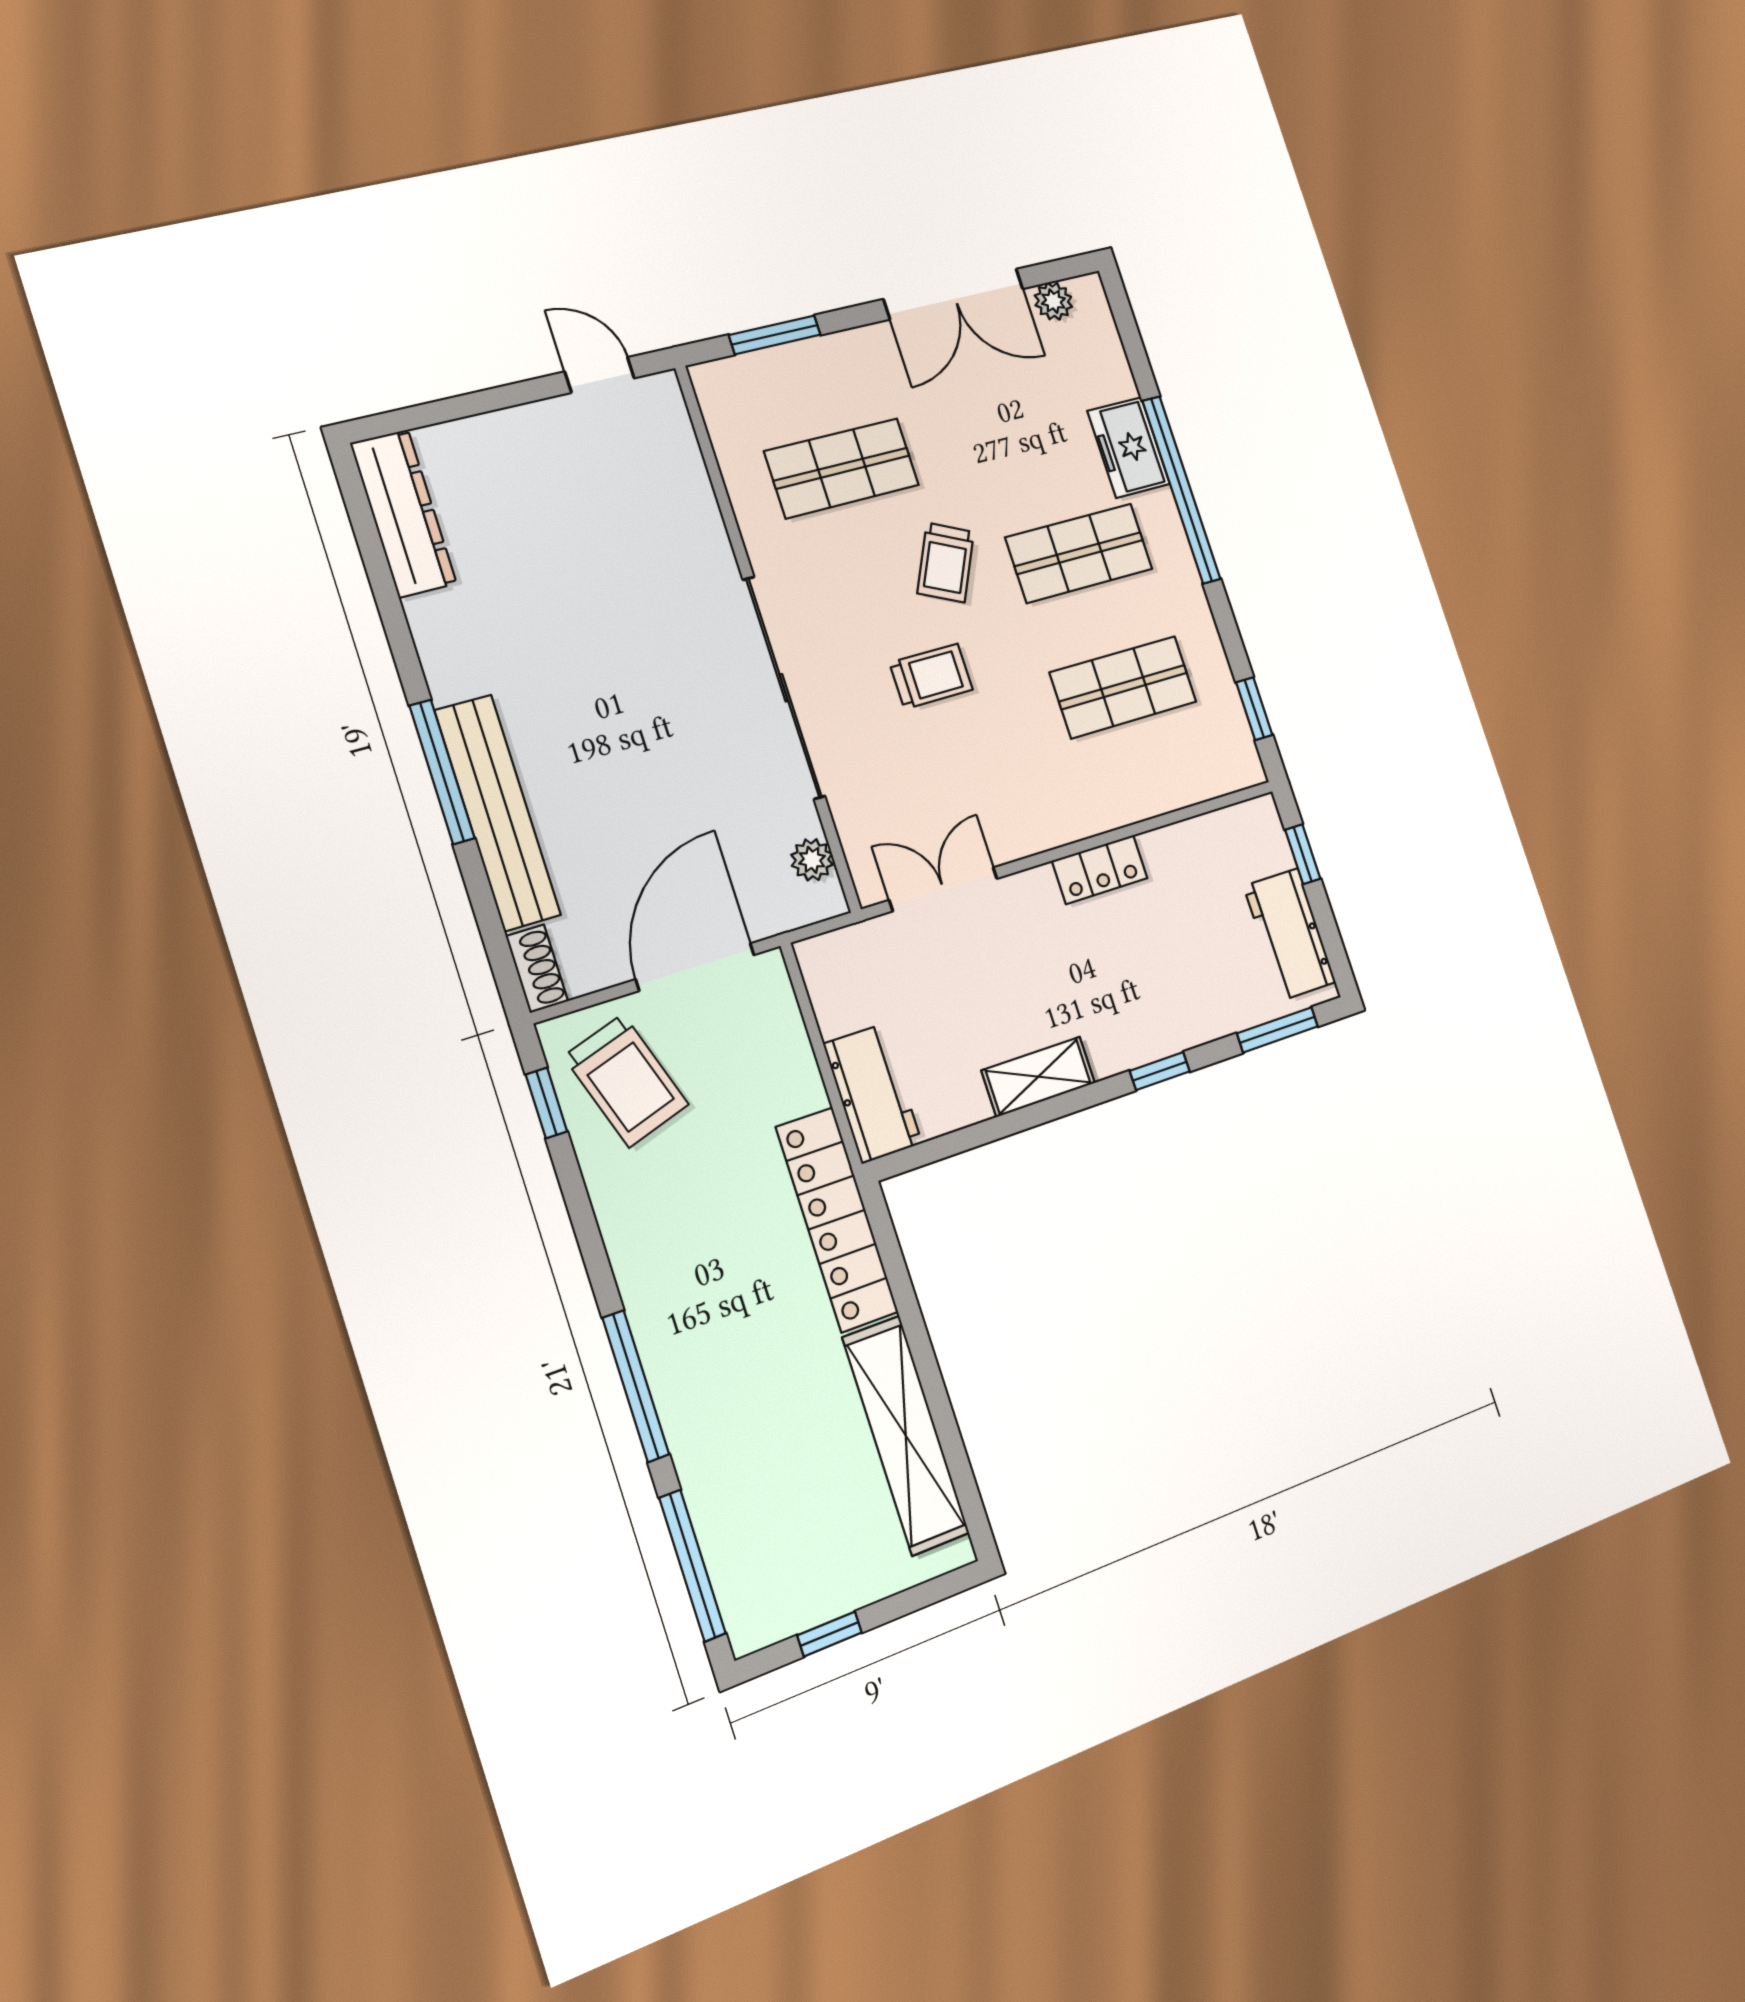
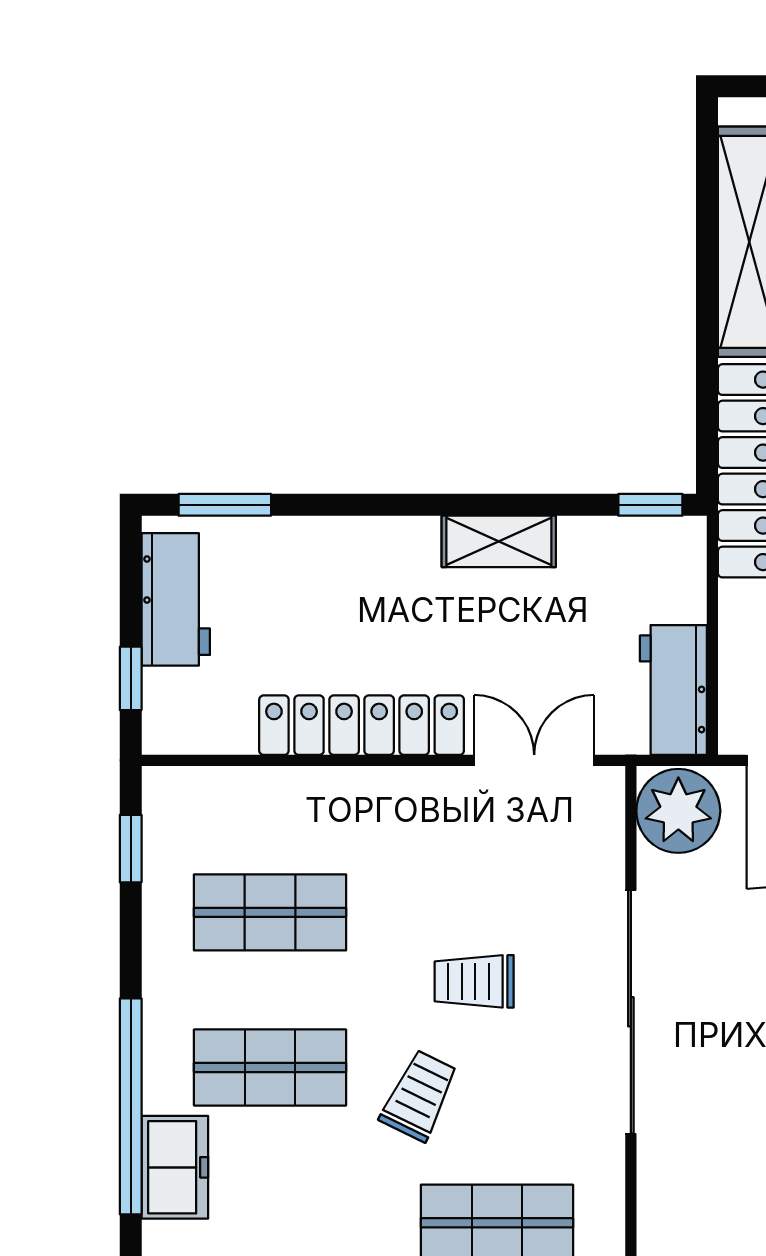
plant: (812, 860) -> (678, 811), width x1.88, depth x1.88
locker: (1100, 869) -> (362, 725), width x2.16, depth x1.21
double door: (943, 889) -> (534, 760), swing flipped
window: (1160, 1071) -> (650, 505), moved
workbench: (873, 1094) -> (673, 690), moved

